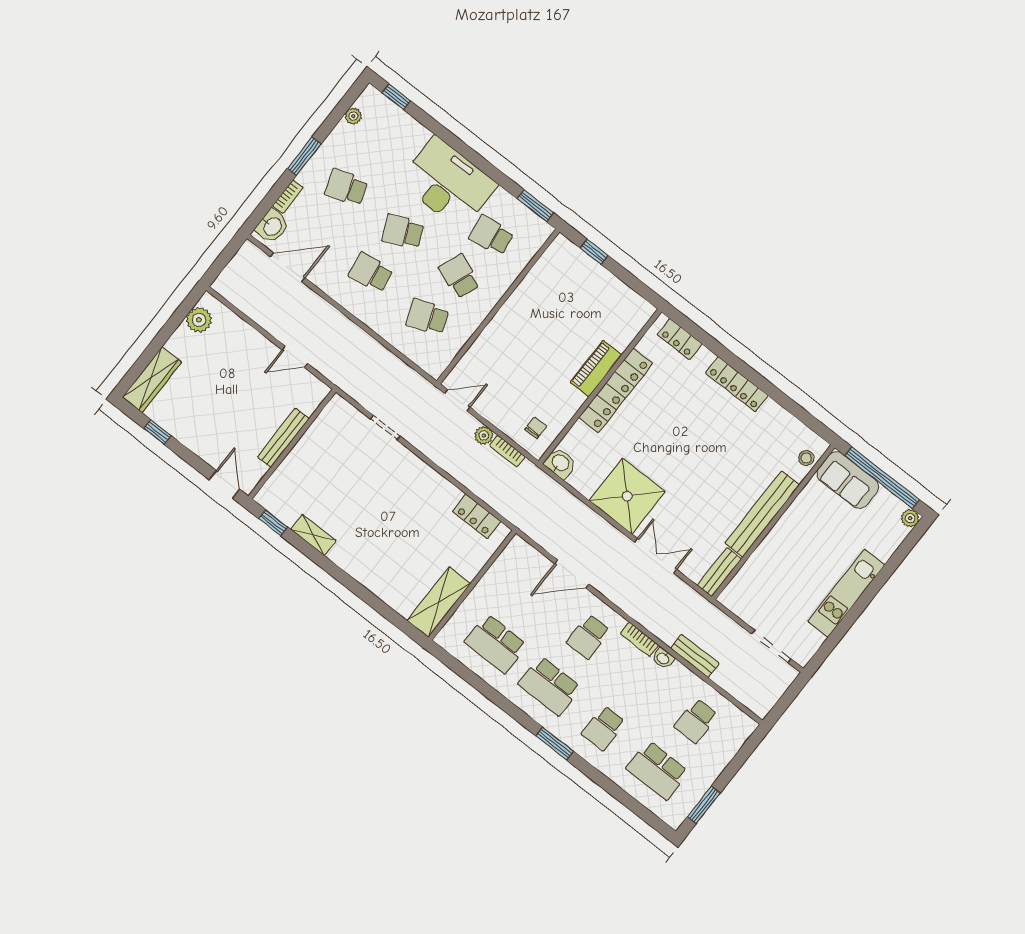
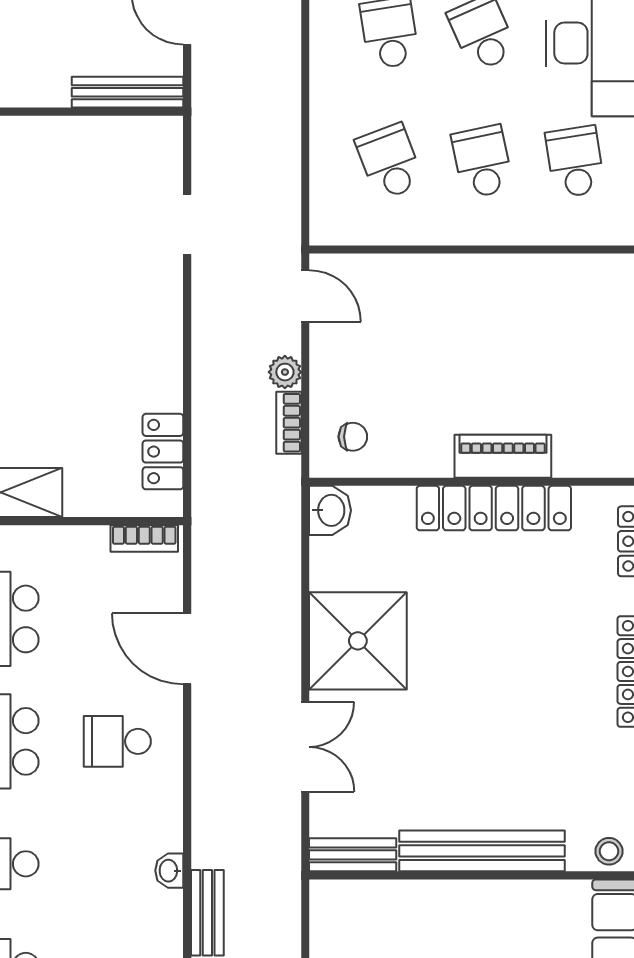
school desk: (459, 276) -> (482, 162), turned -33
bench: (283, 438) -> (128, 92), moved
bookcase: (640, 639) -> (144, 538), moved, turned -90

